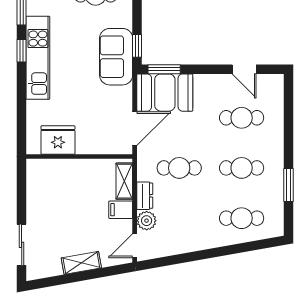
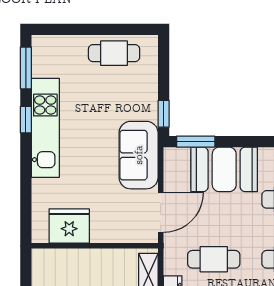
sofa: (116, 57) -> (139, 155), moved
booth: (165, 93) -> (224, 169), moved

